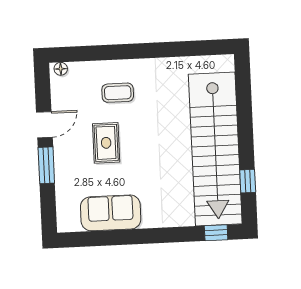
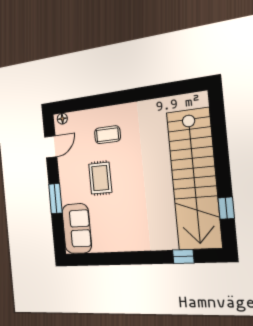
door: (44, 125) -> (51, 147), moved
sofa: (111, 213) -> (77, 229), moved, turned 90
window: (216, 233) -> (183, 257), moved

